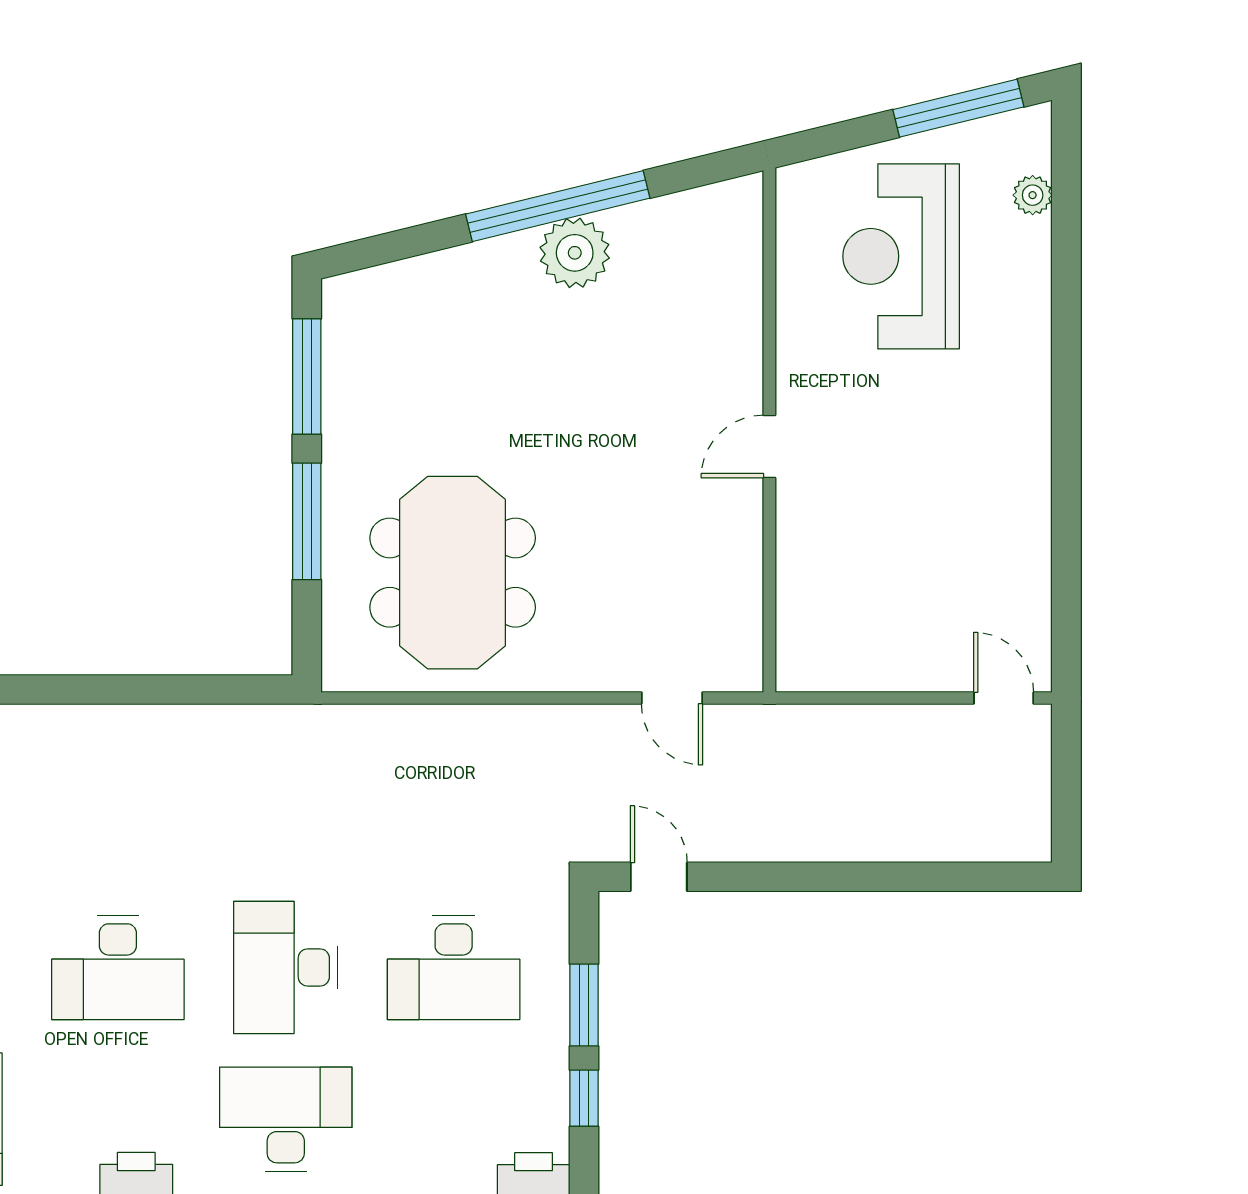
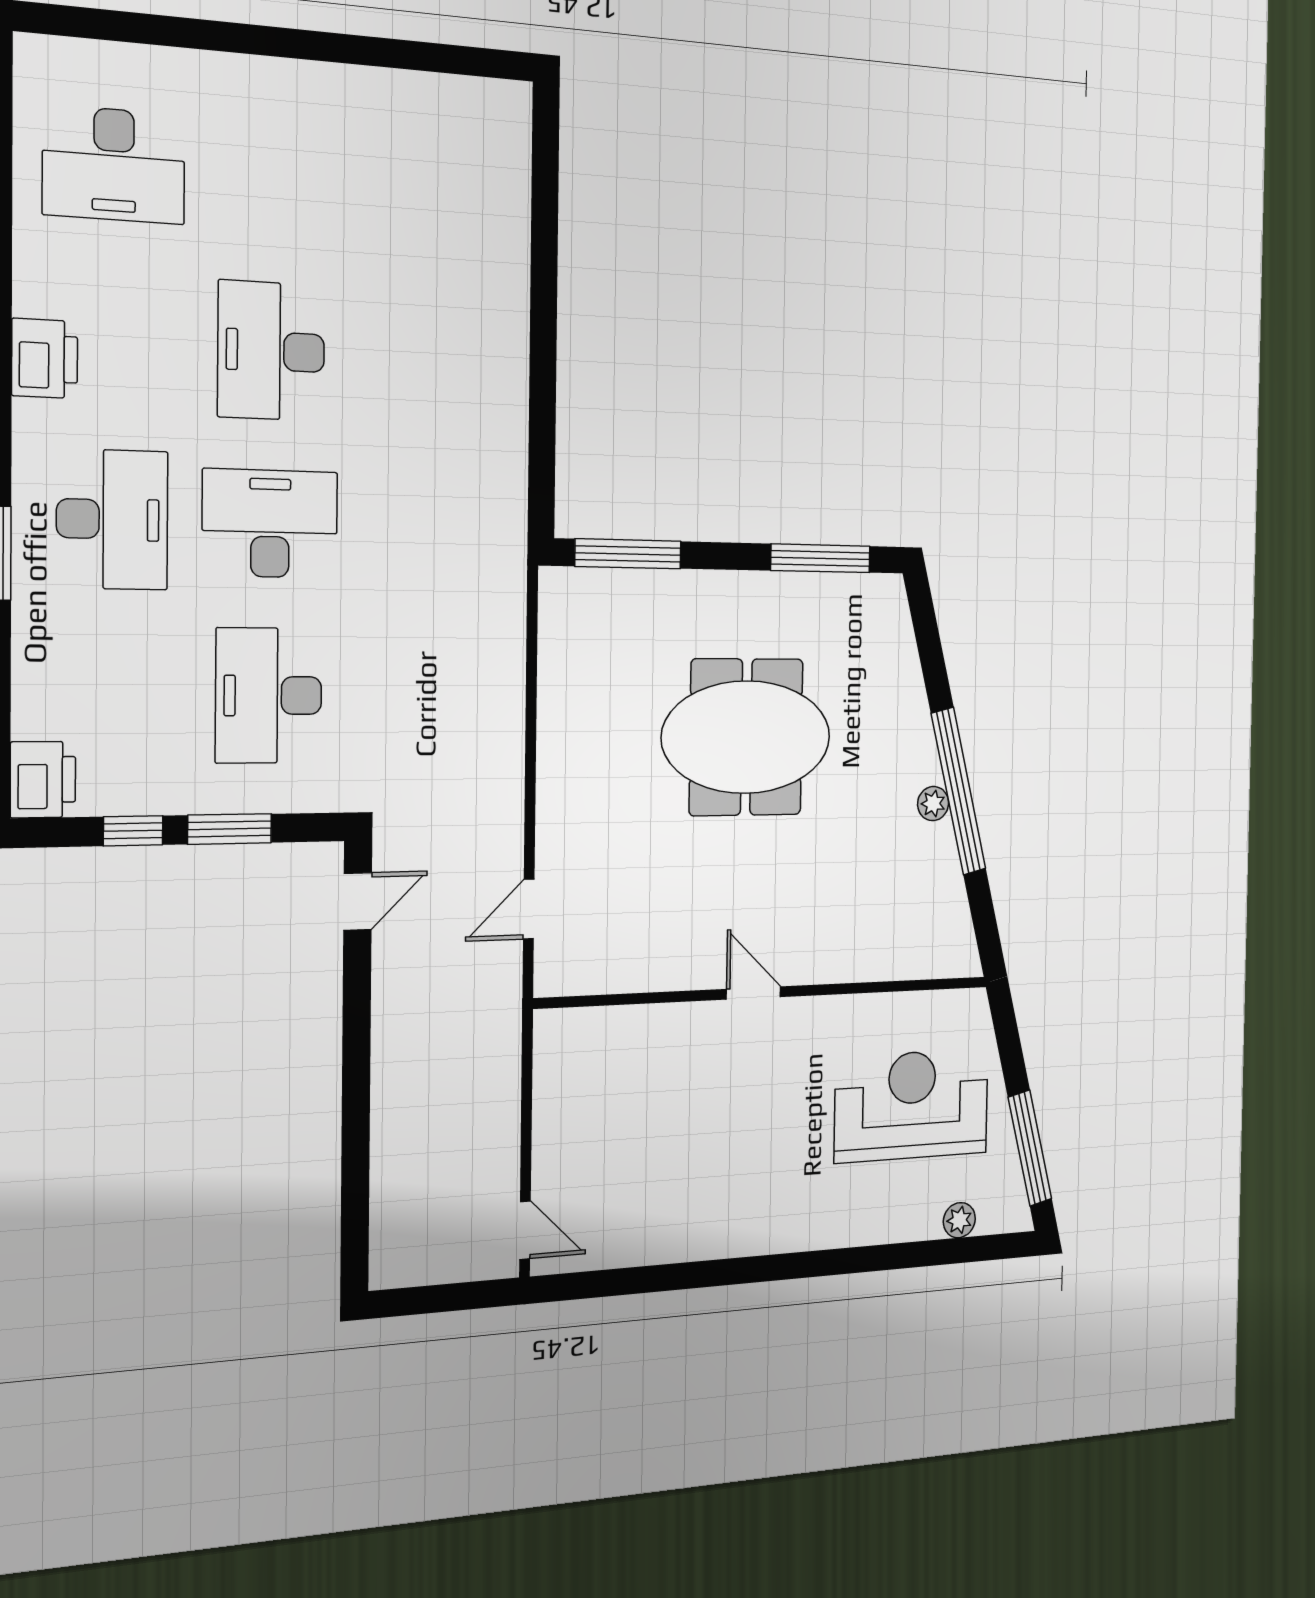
plant: (575, 253) -> (933, 804), width x0.53, depth x0.53
window: (307, 521) -> (628, 554), moved
meeting table: (453, 573) -> (746, 737), moved
door: (1004, 698) -> (525, 1230), hinge flipped

